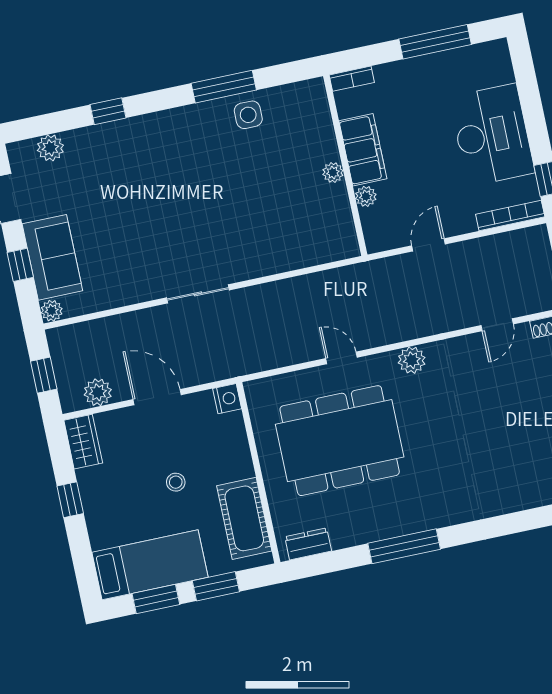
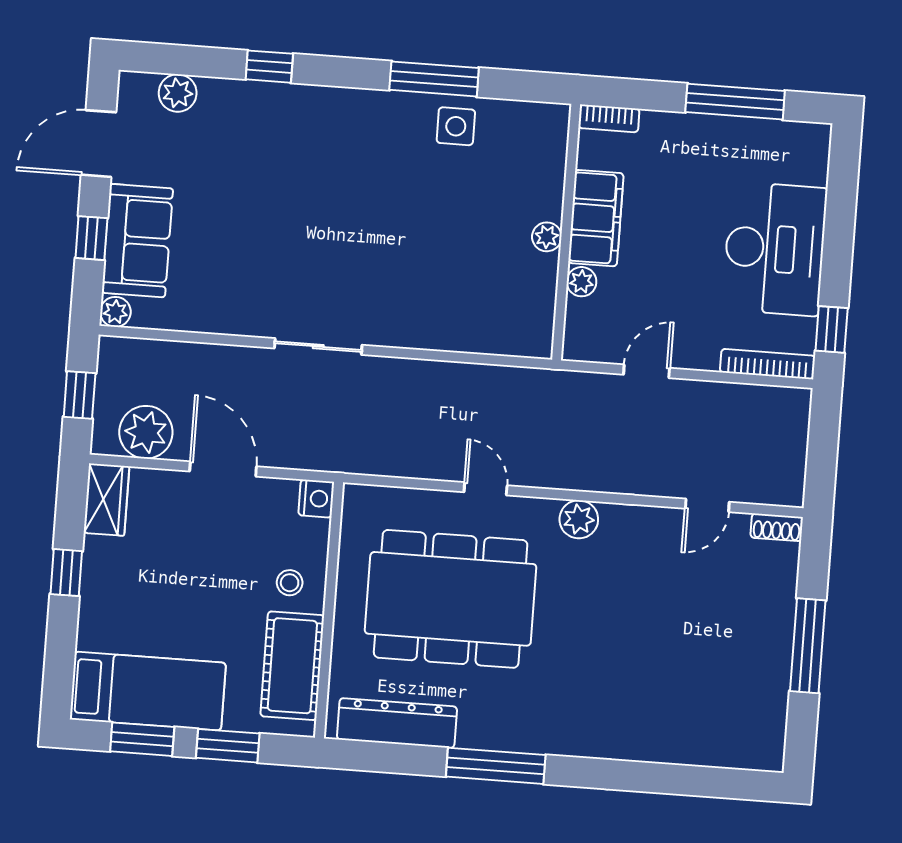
plant: (98, 392) -> (146, 432), width x1.36, depth x1.36
stool: (176, 482) -> (290, 583), moved
dresser: (308, 544) -> (397, 723), width x1.96, depth x1.24

